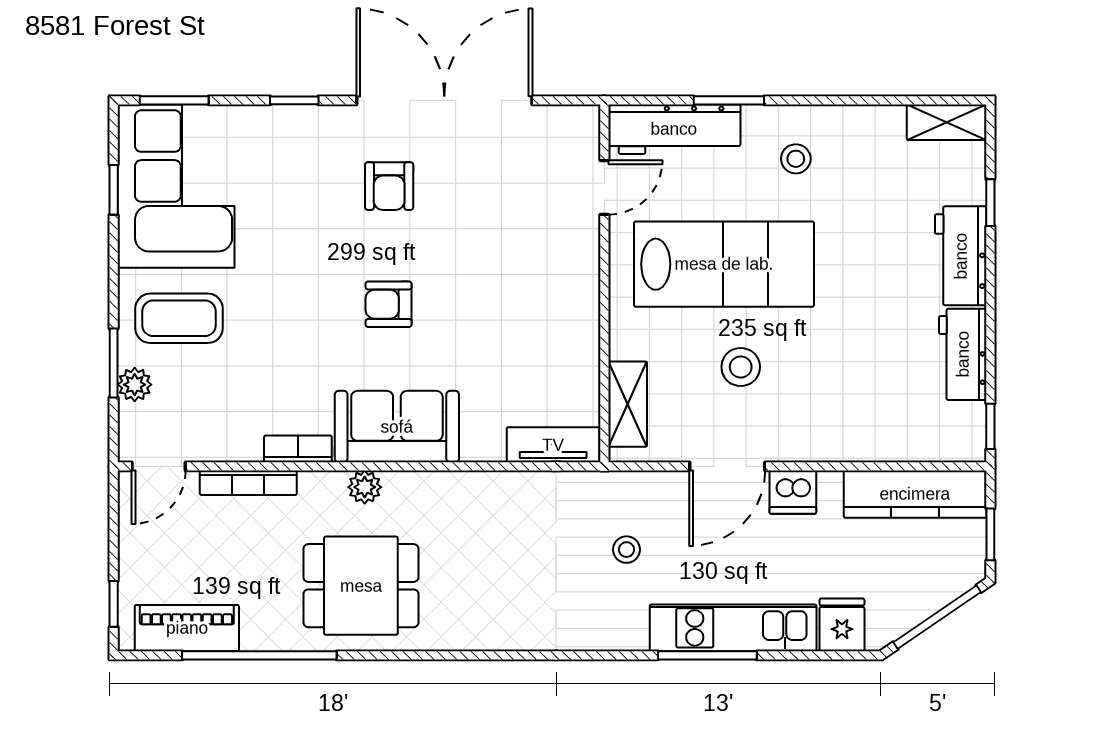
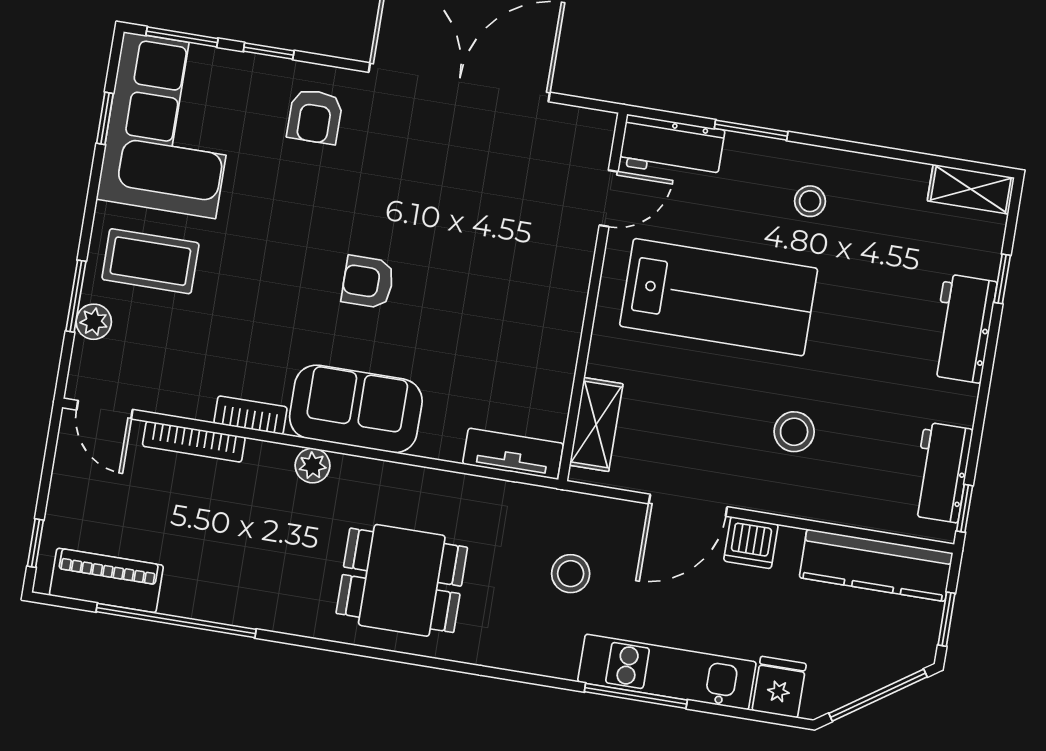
window: (294, 100) -> (269, 51), moved
workbench: (674, 129) -> (672, 147), width x0.73
armchair: (389, 186) -> (315, 116), moved
workbench: (963, 354) -> (941, 472), moved
stool: (741, 367) -> (794, 432), moved
door: (159, 466) -> (105, 410), hinge flipped
stool: (626, 550) -> (571, 574), width x1.37, depth x1.37
dining table: (361, 586) -> (402, 580), moved

